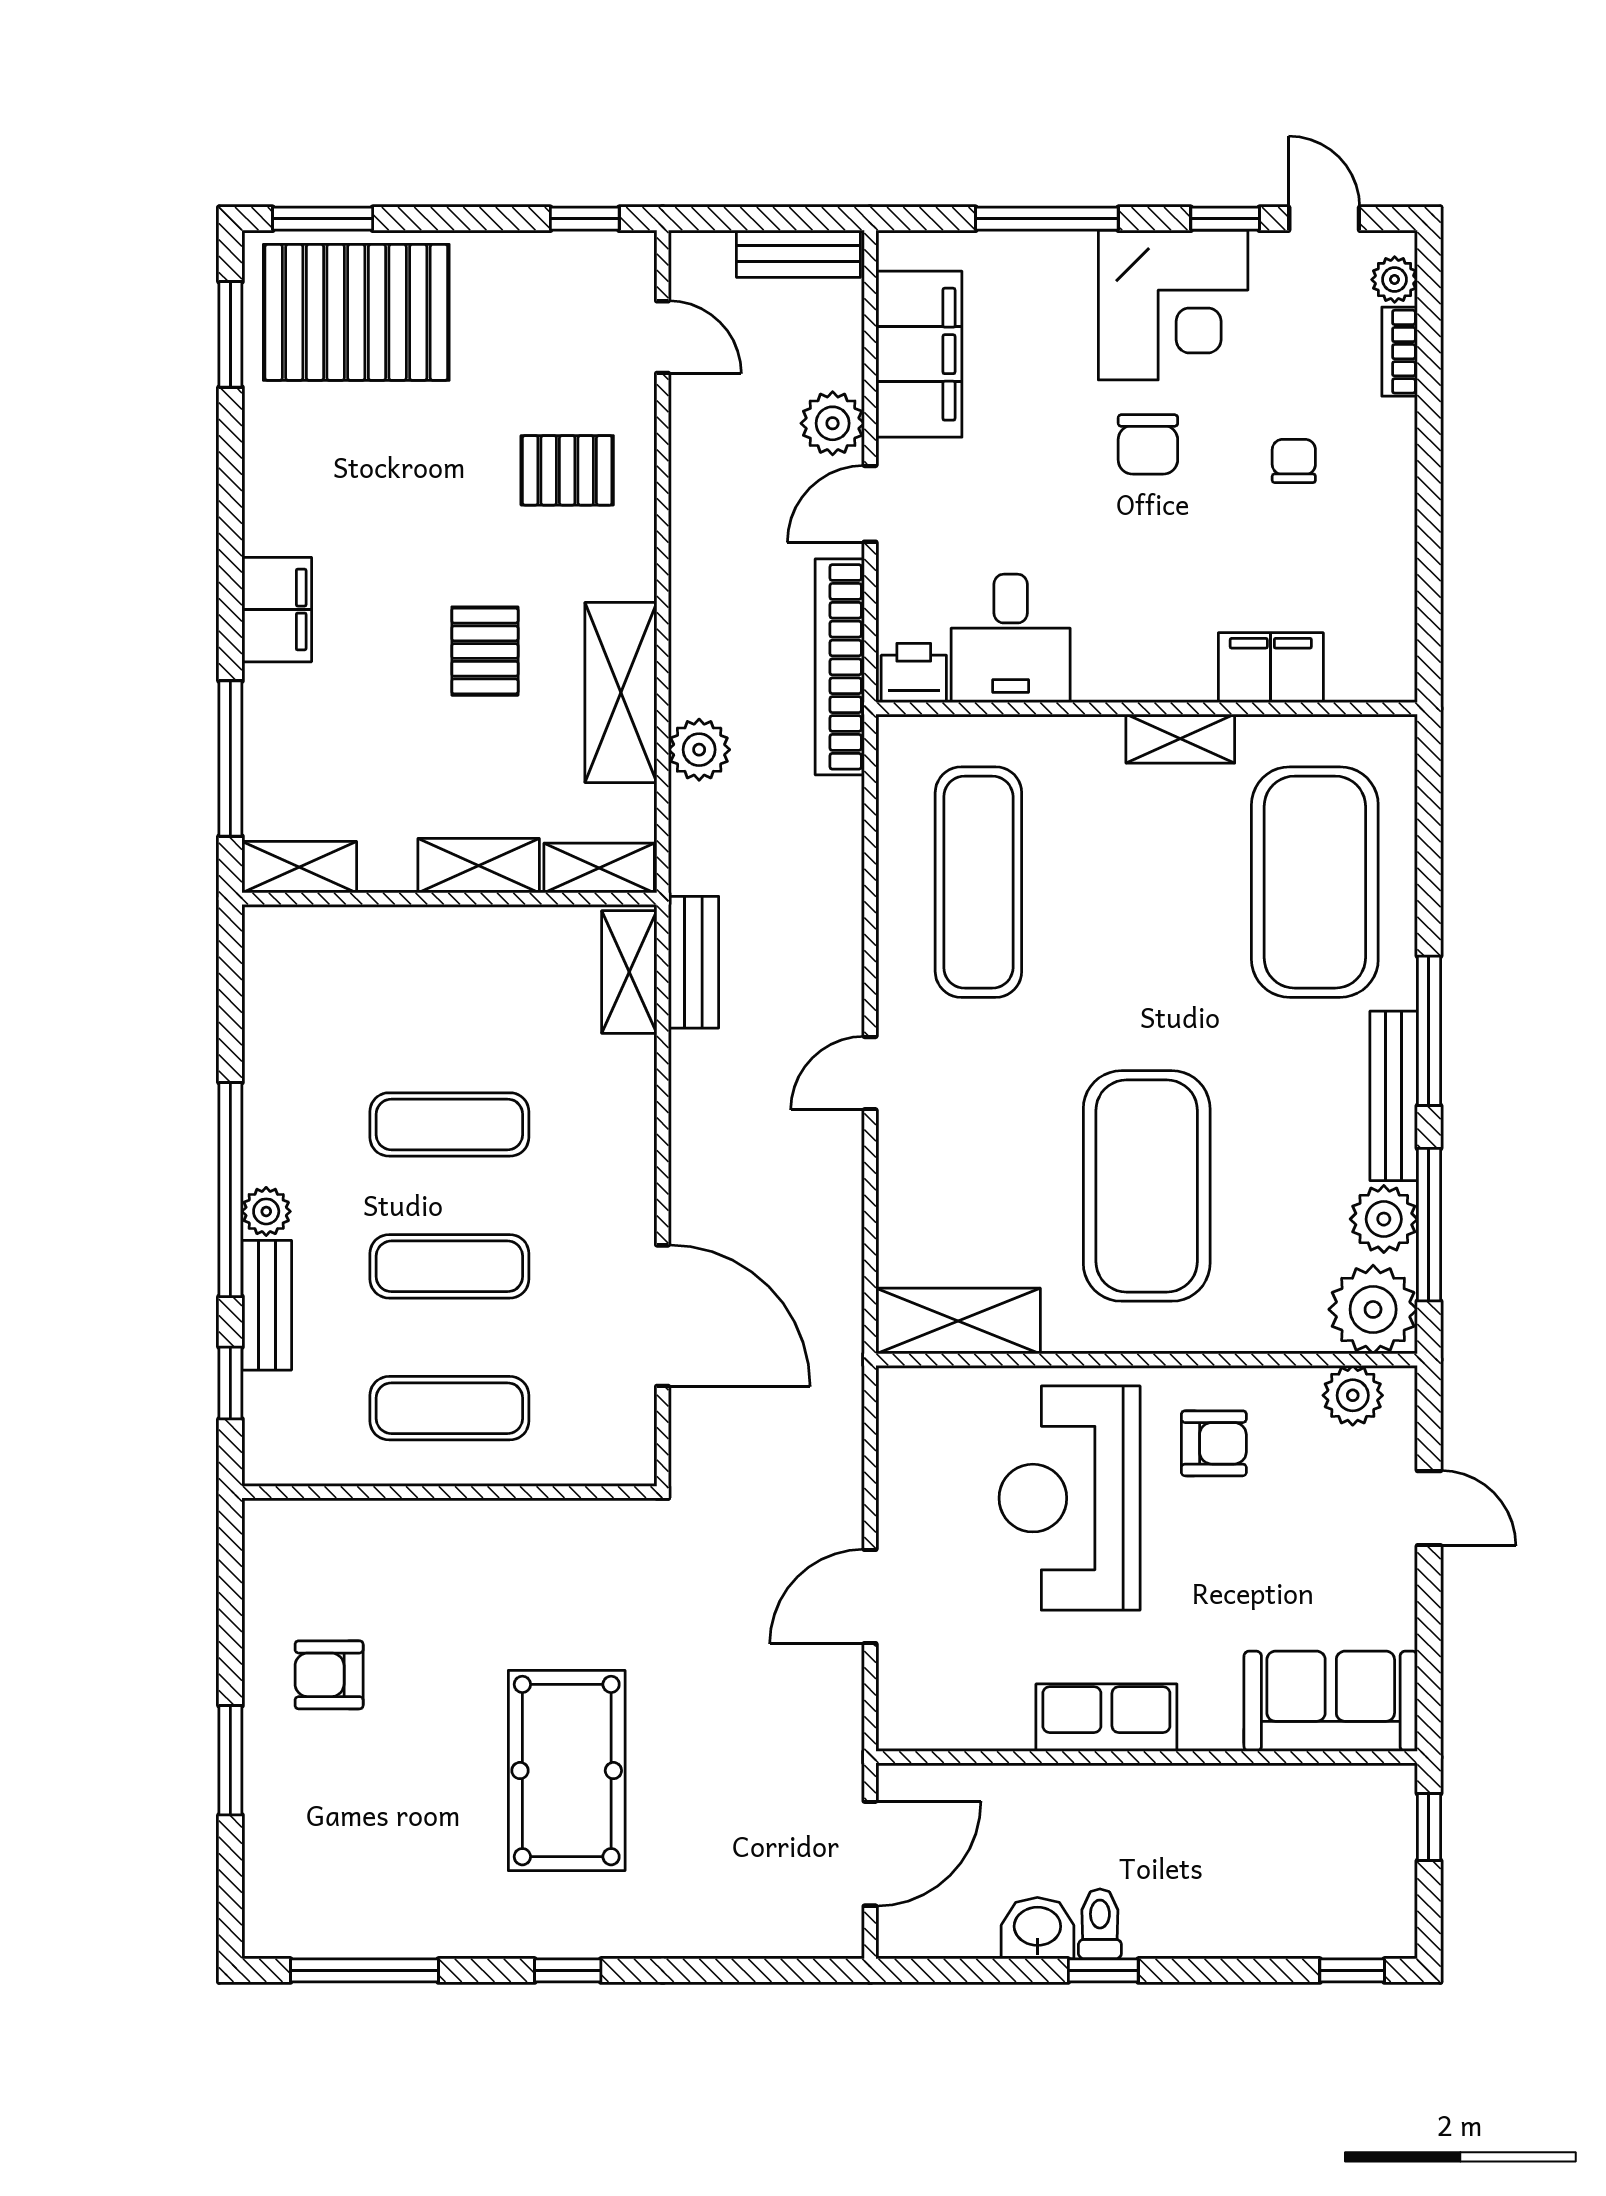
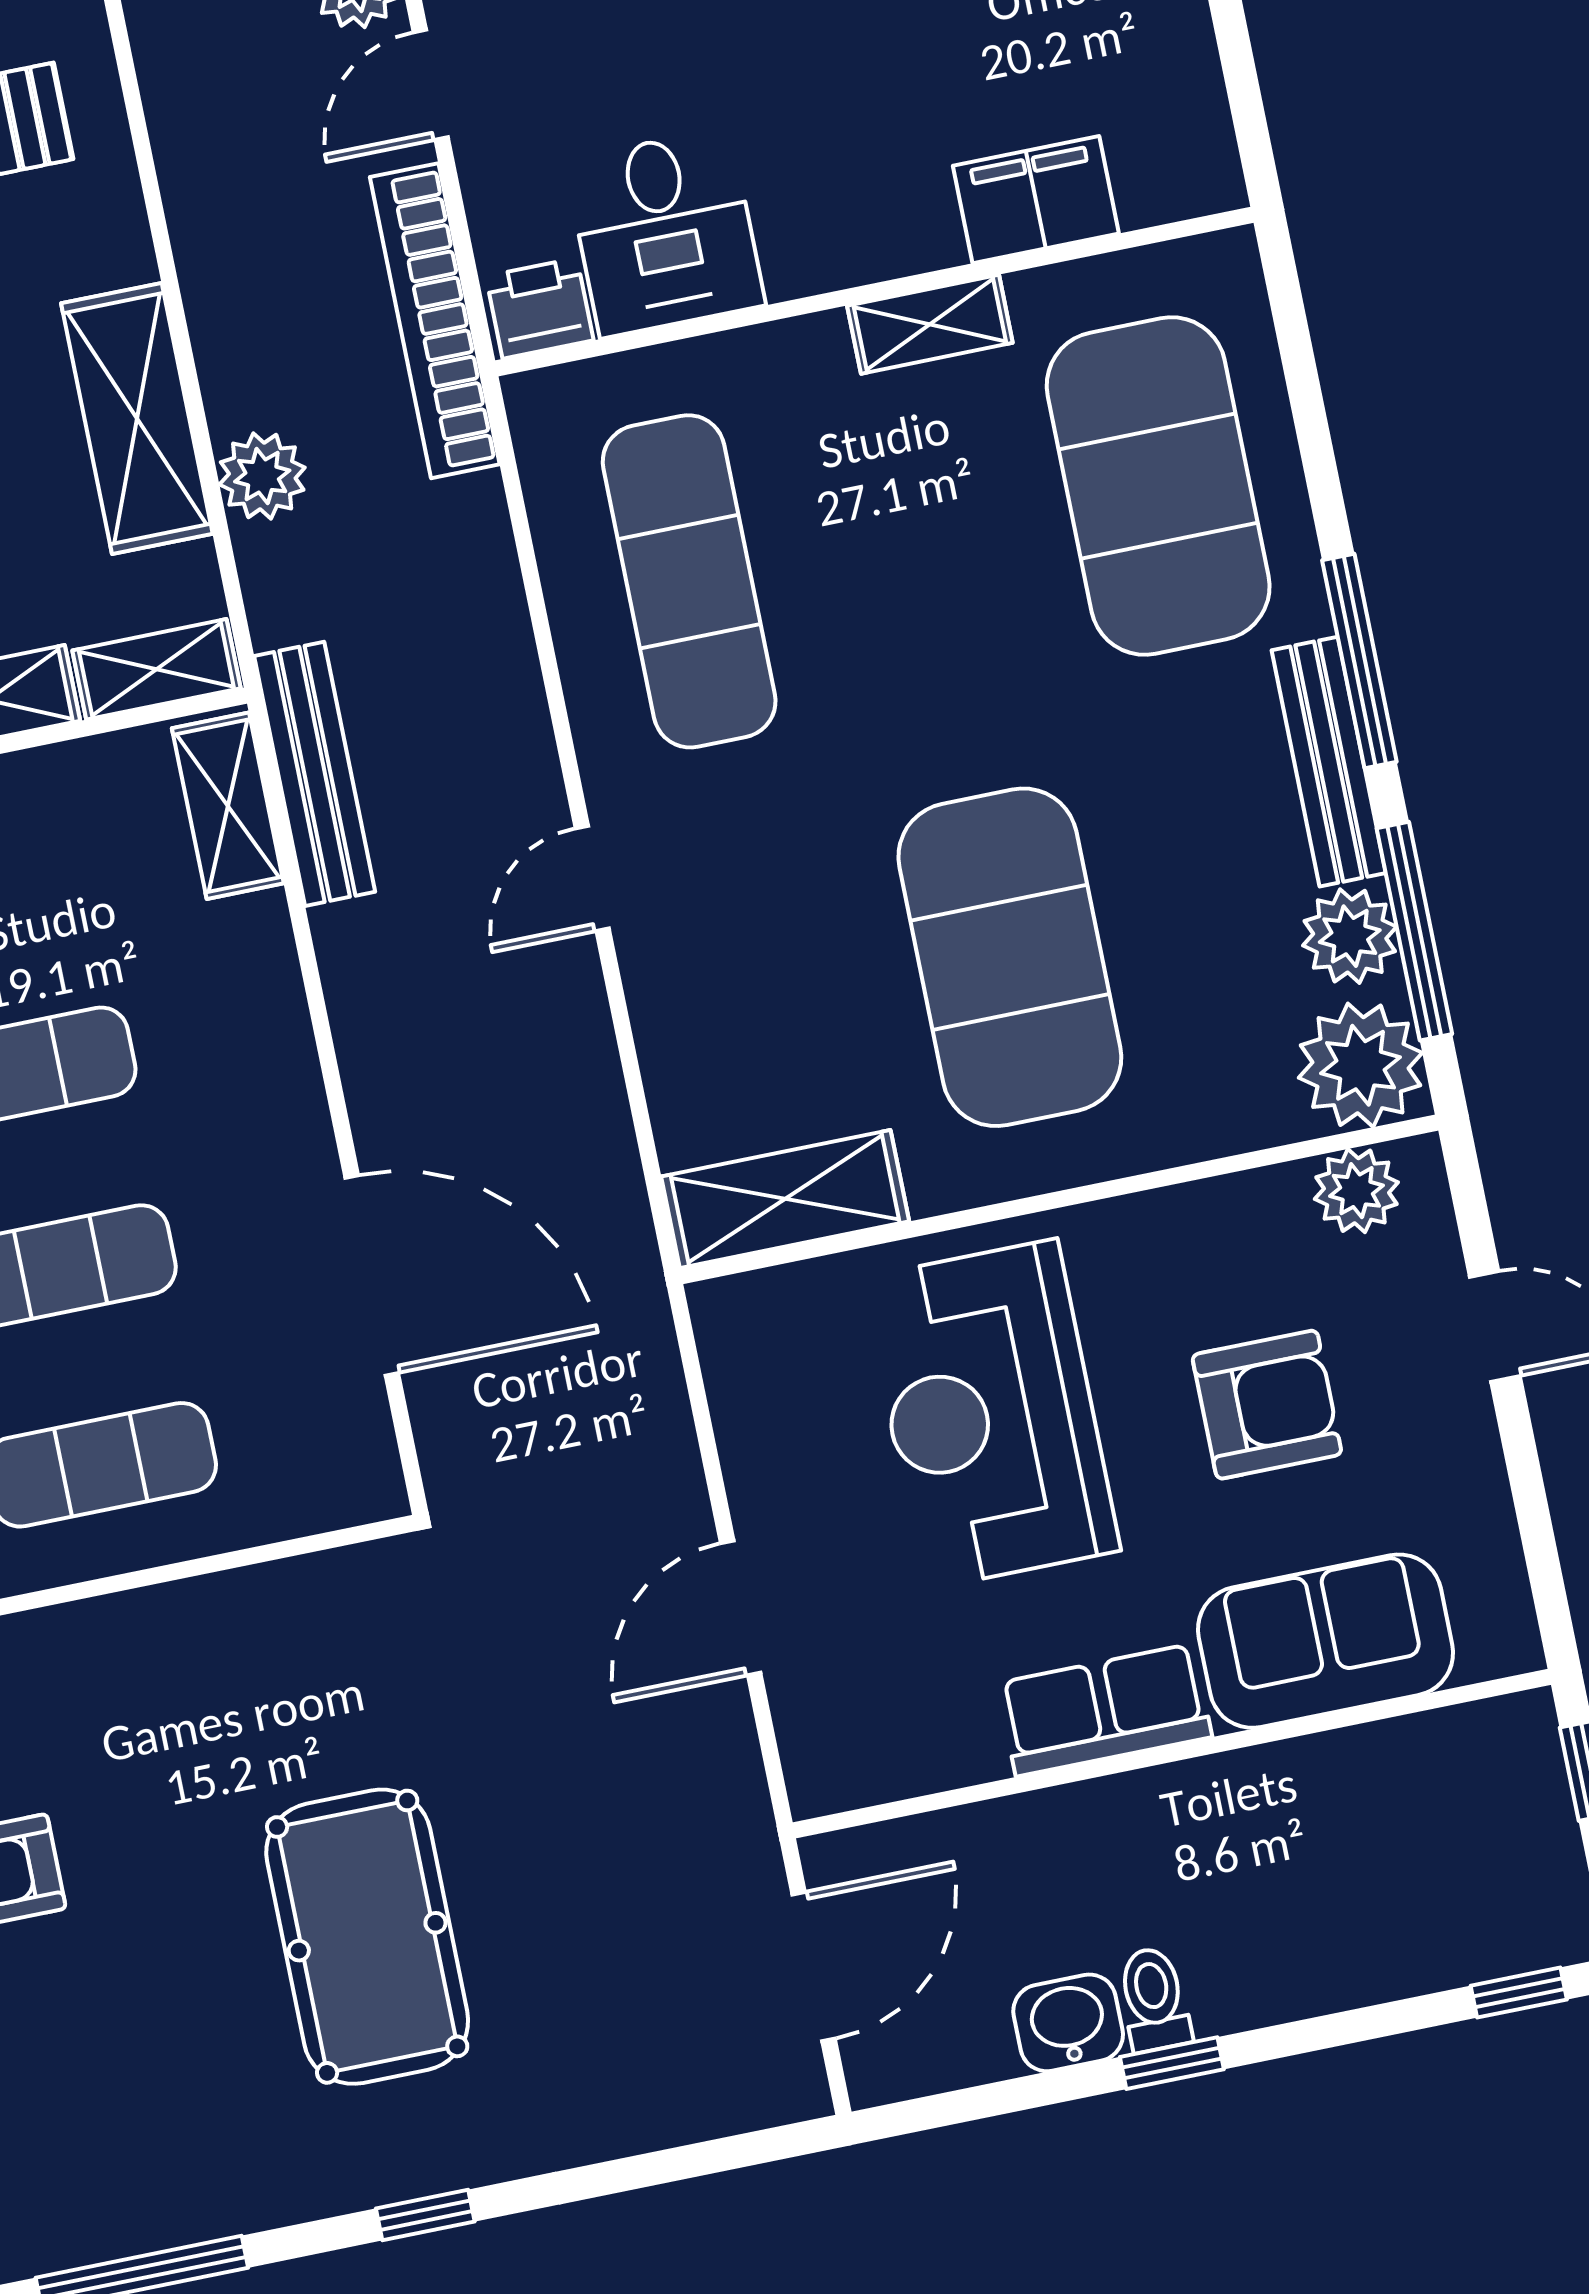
bench: (694, 962) -> (315, 774), width x1.36
armchair: (1214, 1443) -> (1267, 1405), moved, width x1.38, depth x1.38
sofa: (1331, 1701) -> (1326, 1641), moved

